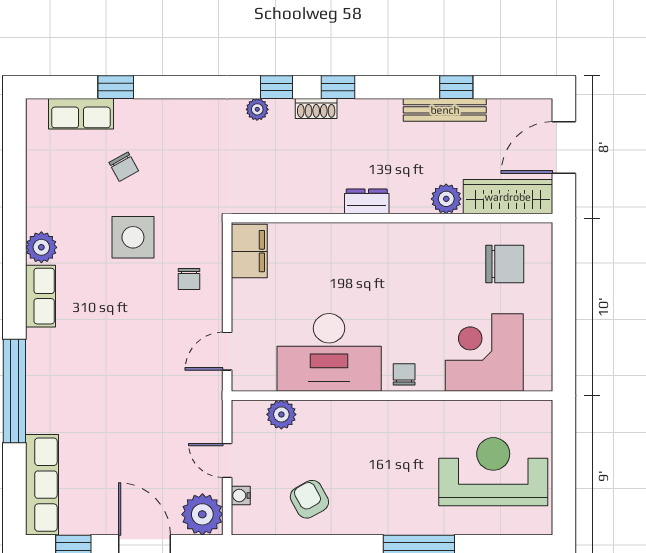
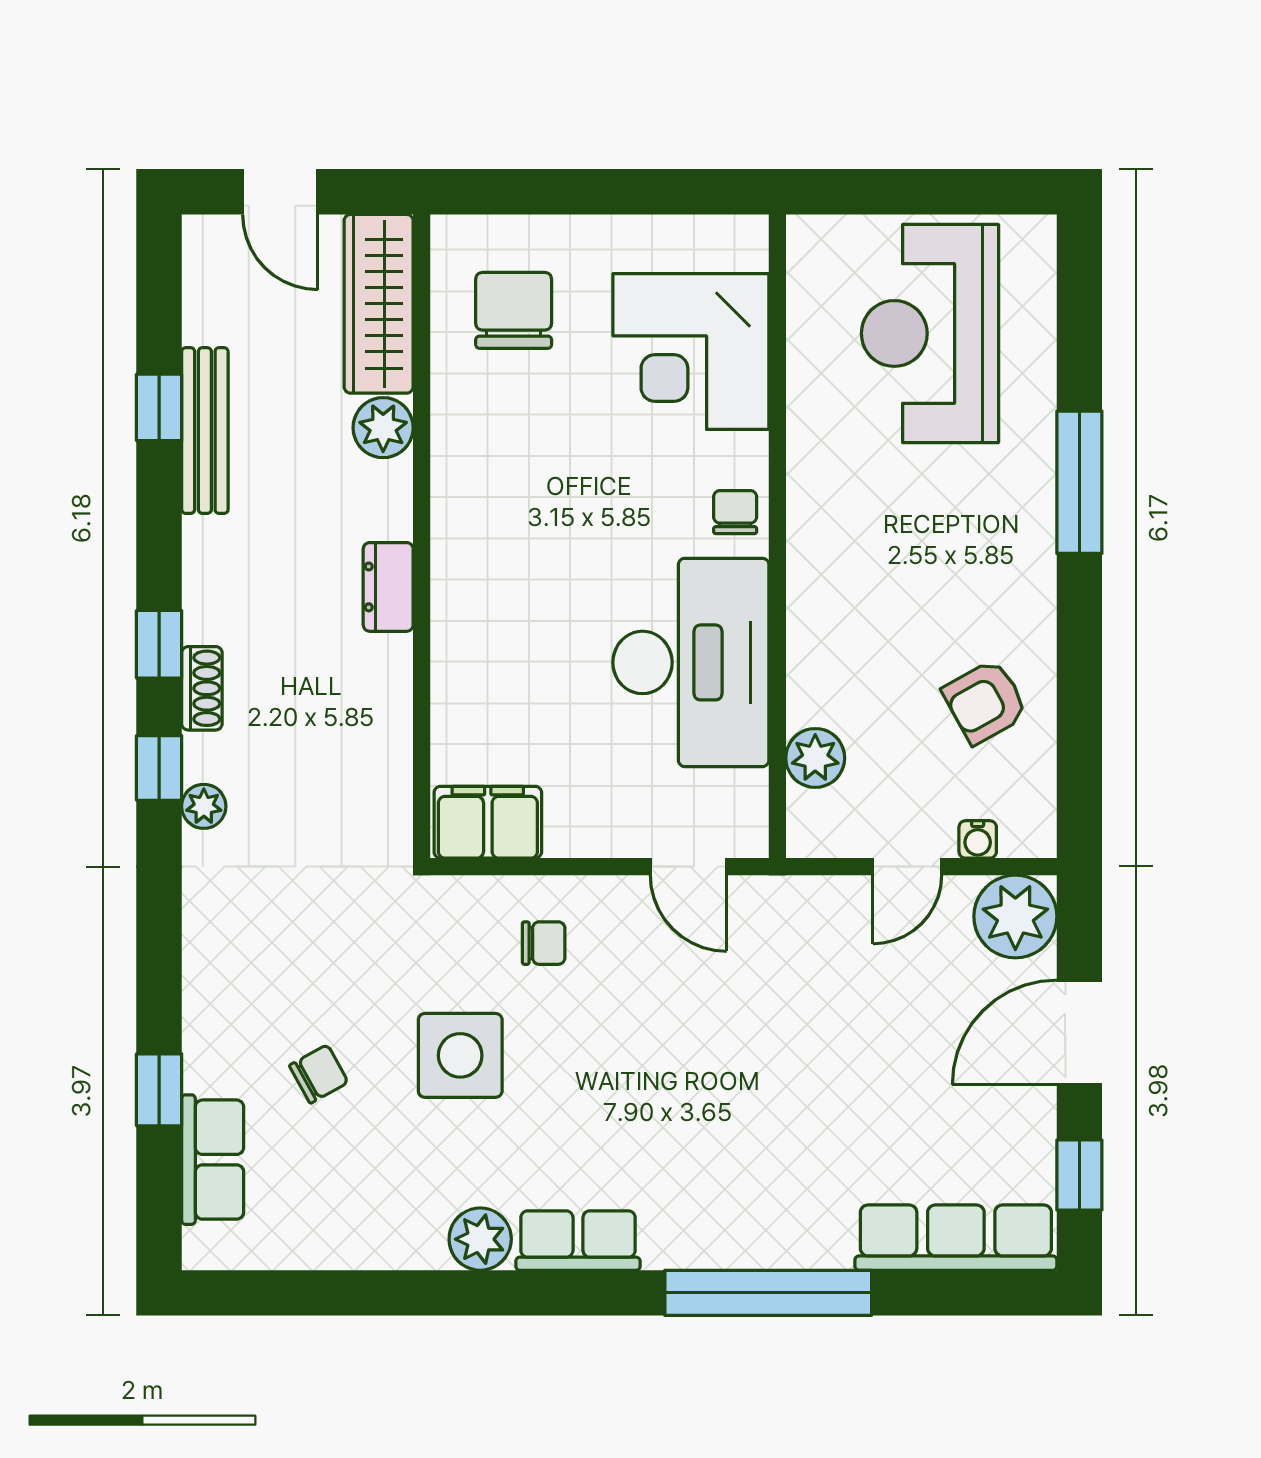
door: (564, 147) -> (280, 192), width x0.73
chair: (404, 374) -> (735, 512), turned 90

